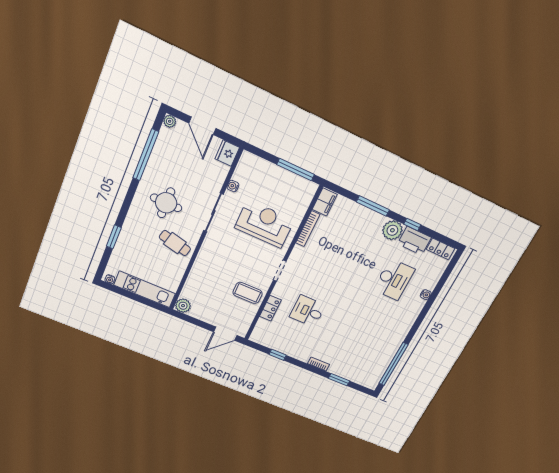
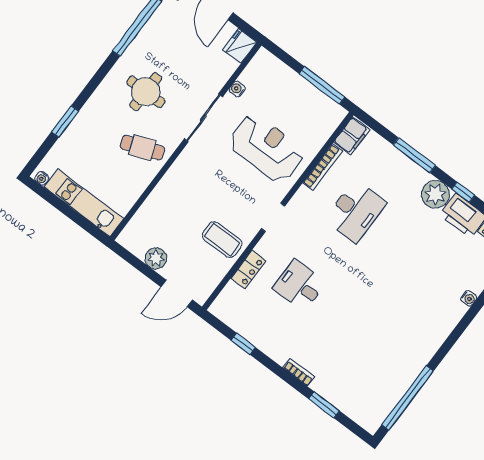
cafe table: (175, 243) -> (142, 148), turned -33
desk: (394, 280) -> (355, 211), moved
plant: (183, 306) -> (156, 258), moved

